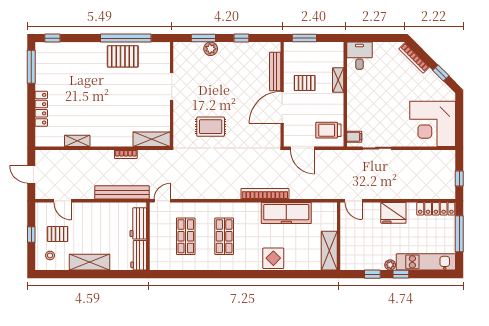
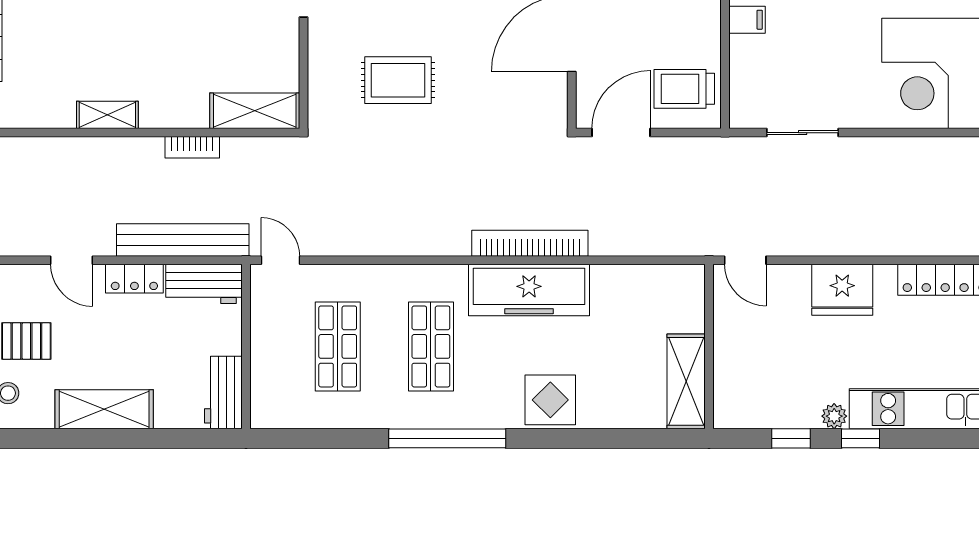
filing cabinet: (354, 137) -> (747, 20), moved
shelving: (77, 141) -> (107, 115), moved
door: (302, 148) -> (621, 133), swing flipped
door: (63, 201) -> (72, 260), moved
door: (162, 201) -> (280, 260), hinge flipped
locker: (102, 208) -> (134, 279), added
freezer: (286, 213) -> (529, 290), moved
workbench: (138, 223) -> (204, 284), moved, turned -90
window: (231, 274) -> (447, 438), added

